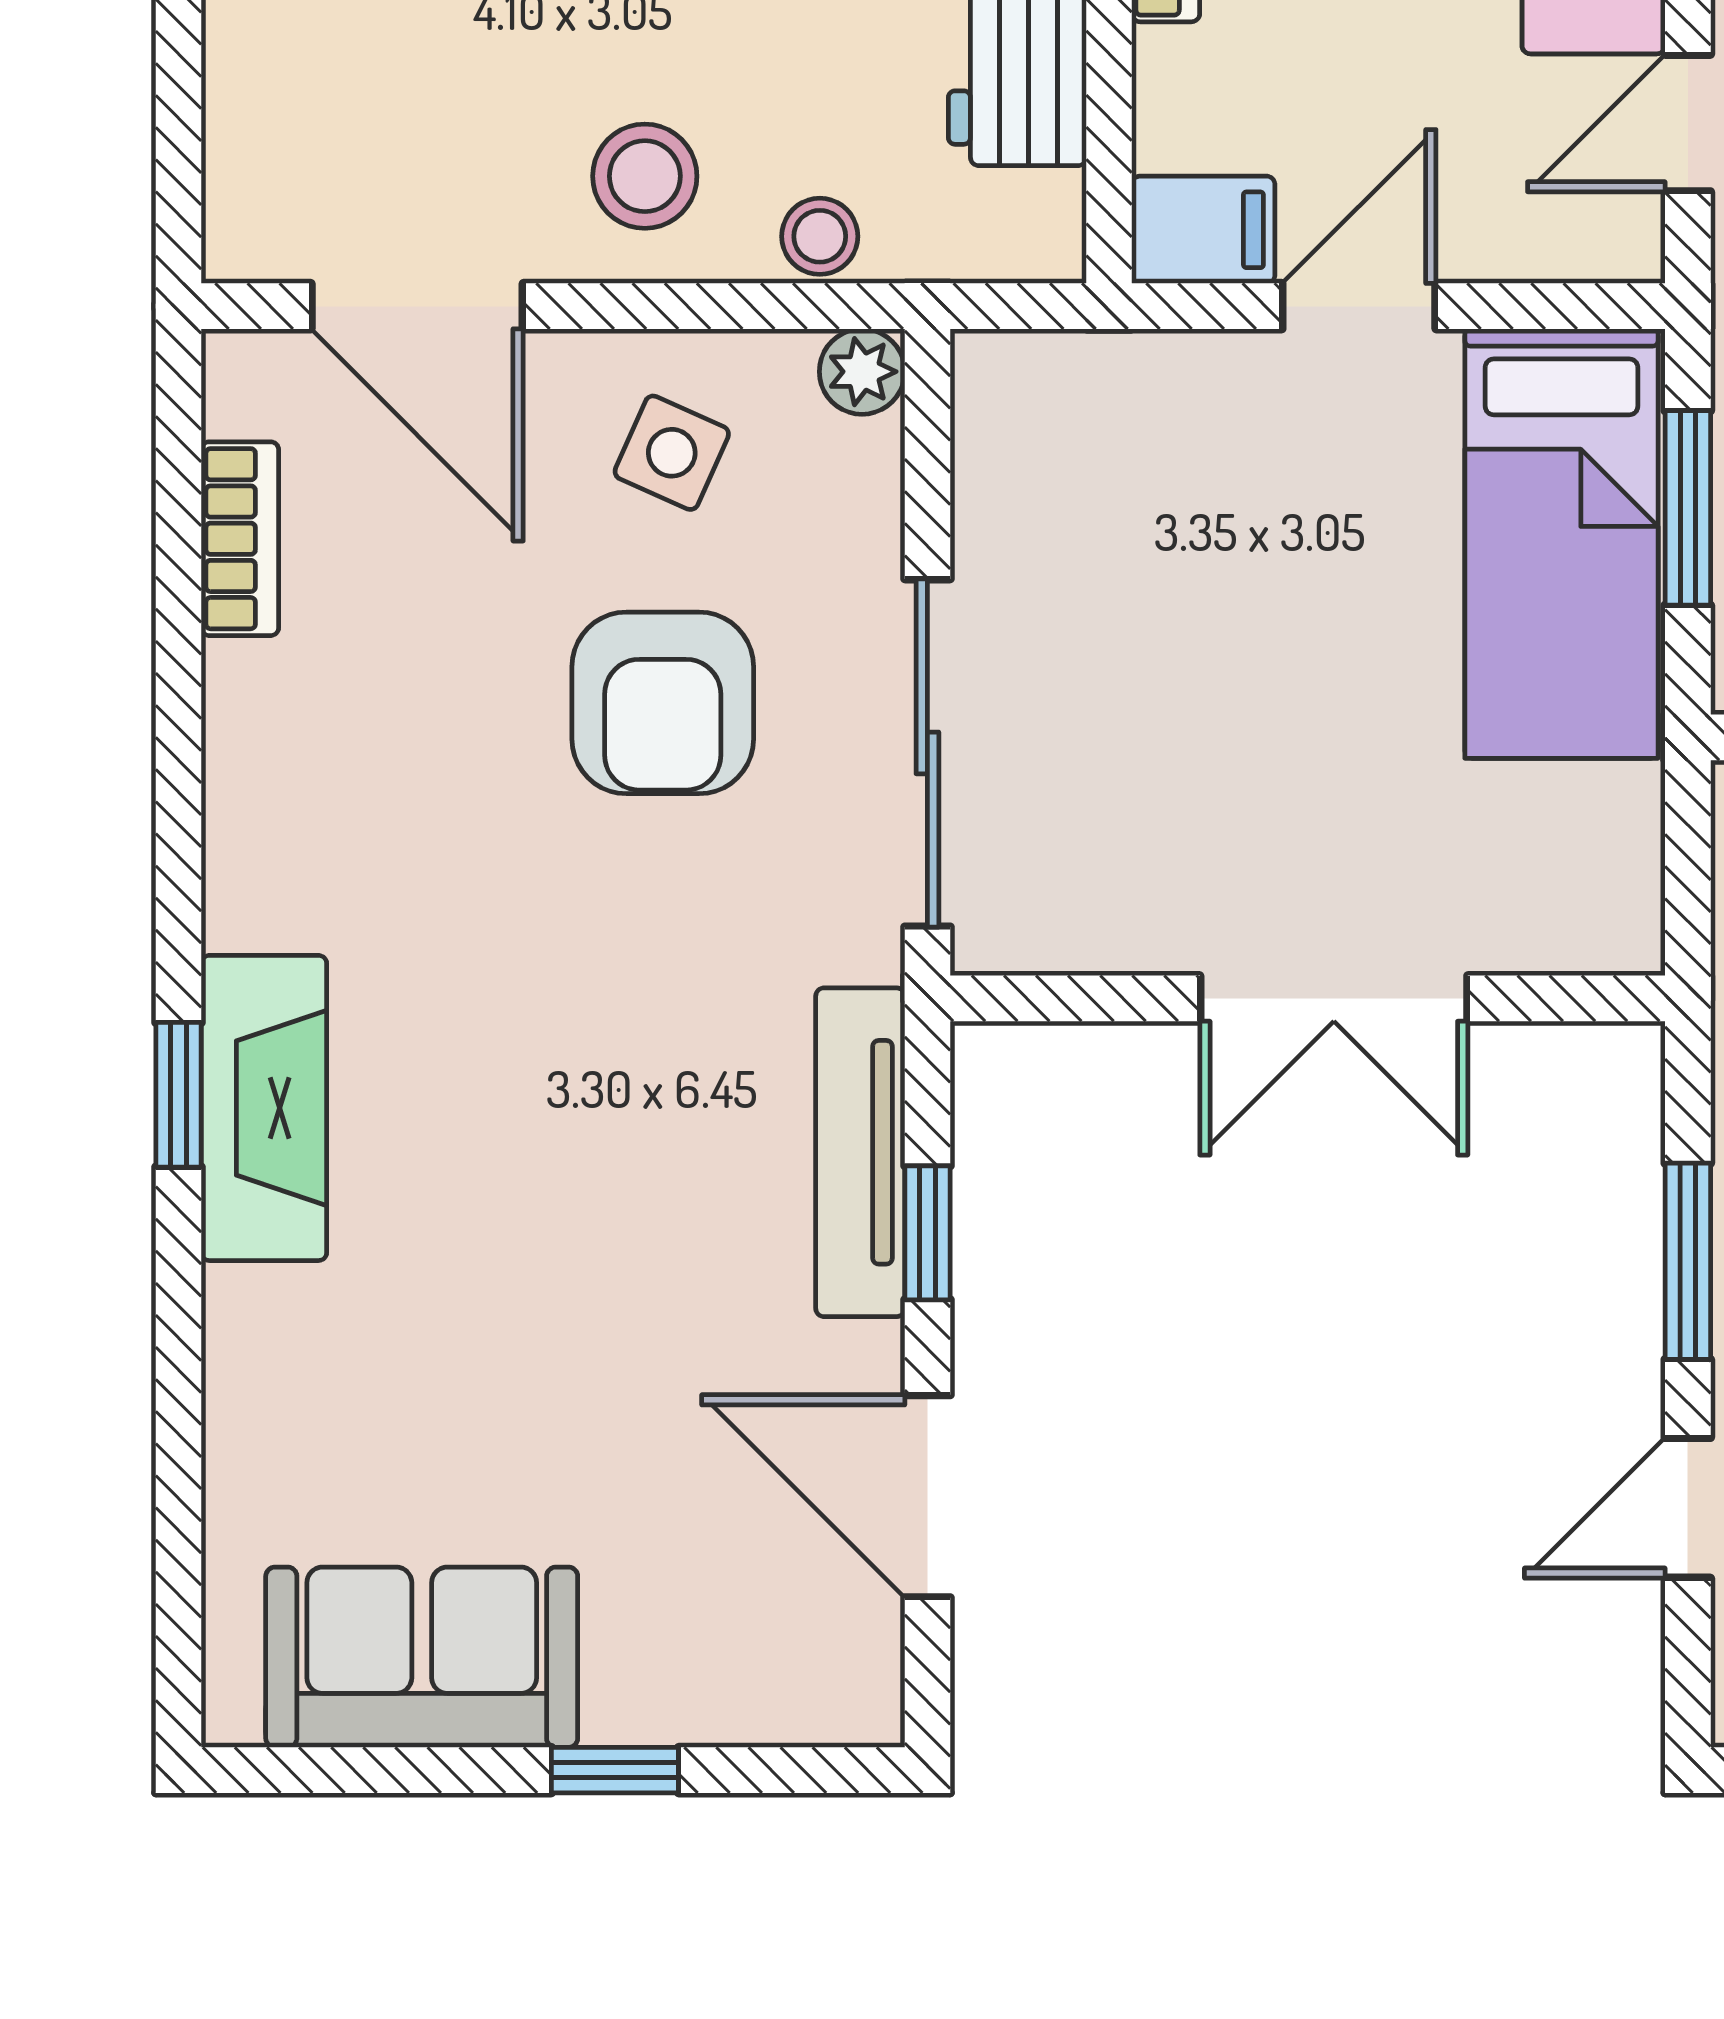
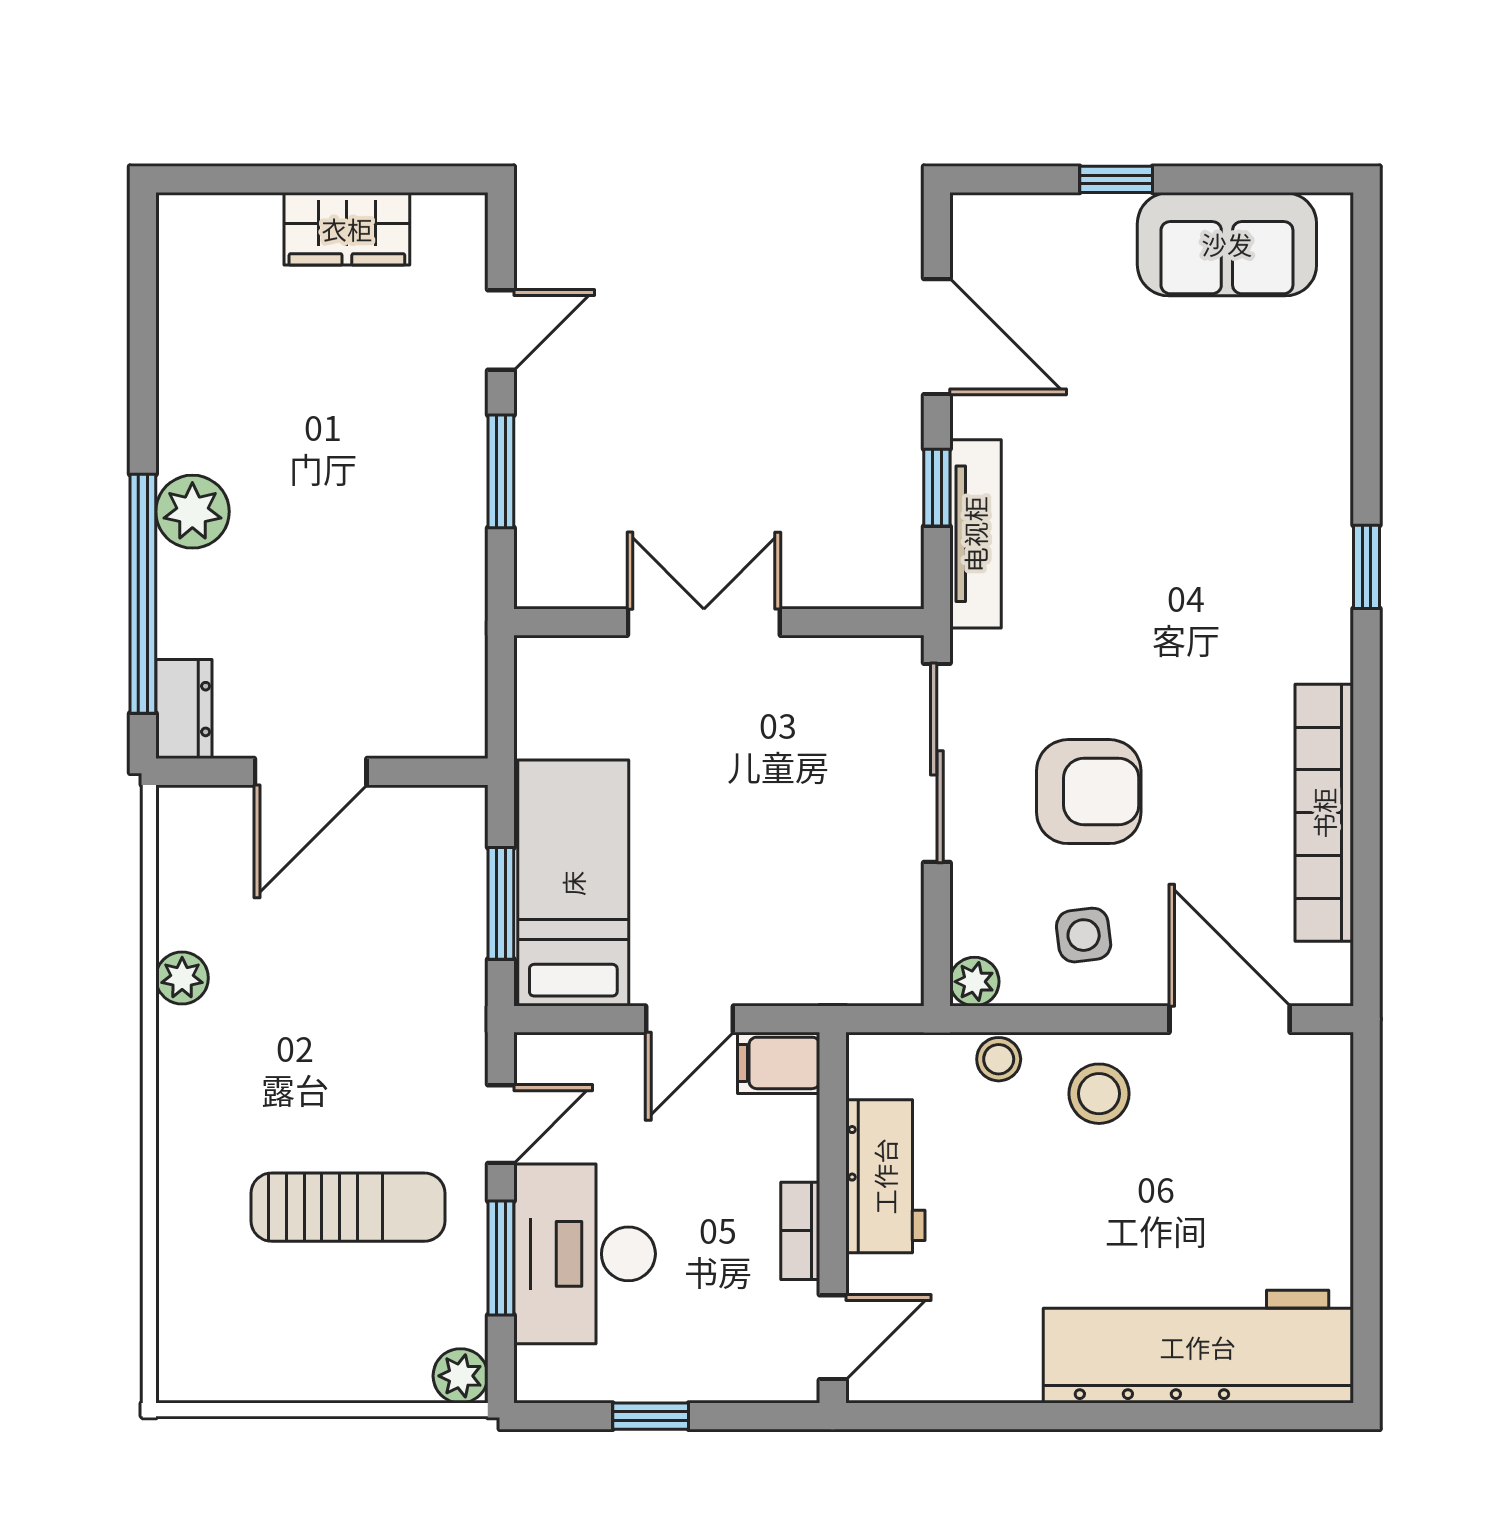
side table: (672, 453) -> (1084, 935), turned -31
bookcase: (240, 539) -> (1324, 813), width x2.31, depth x1.31
armchair: (663, 703) -> (1089, 792), turned 90
fireplace: (264, 1108) -> (1317, 559), removed

